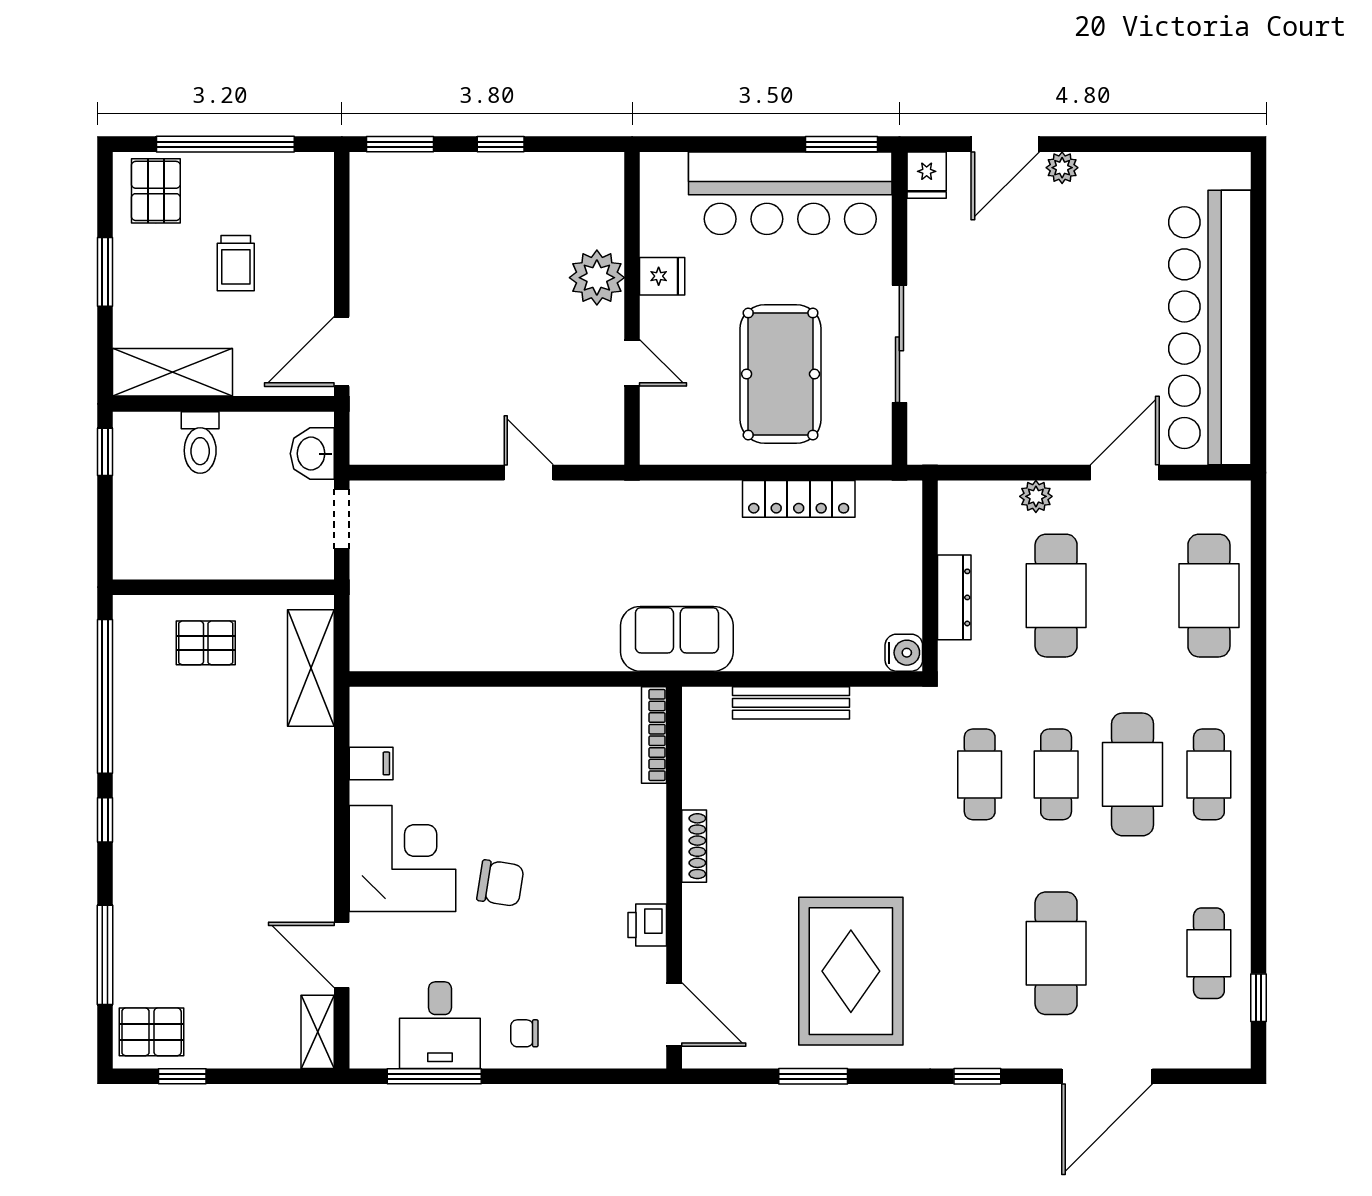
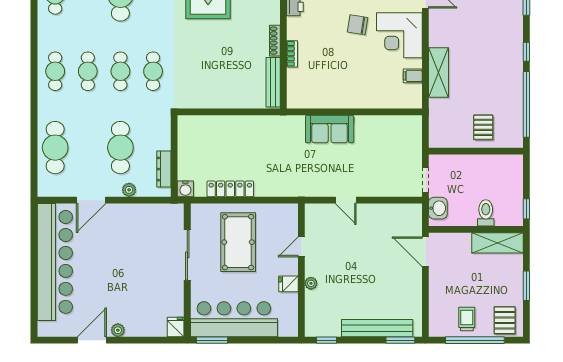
window: (501, 144) -> (326, 340), moved
door: (1005, 144) -> (92, 340), moved
bench: (455, 172) -> (377, 328), added
trolley: (236, 263) -> (467, 319), moved
plant: (597, 278) -> (311, 283), width x0.53, depth x0.53
door: (342, 352) -> (425, 252), swing flipped
door: (632, 363) -> (301, 247), hinge flipped
dresser: (954, 597) -> (164, 169), moved
sofa: (677, 639) -> (330, 129), moved
pallet: (206, 643) -> (483, 127), turned 90
water cooler: (904, 653) -> (185, 189), moved, turned -90
shelving: (311, 668) -> (438, 72), moved
bench: (791, 703) -> (273, 82), moved, turned 90
bookcase: (654, 735) -> (292, 54), moved, width x0.64
cafe table: (1133, 774) -> (88, 71), width x0.73, depth x0.74

